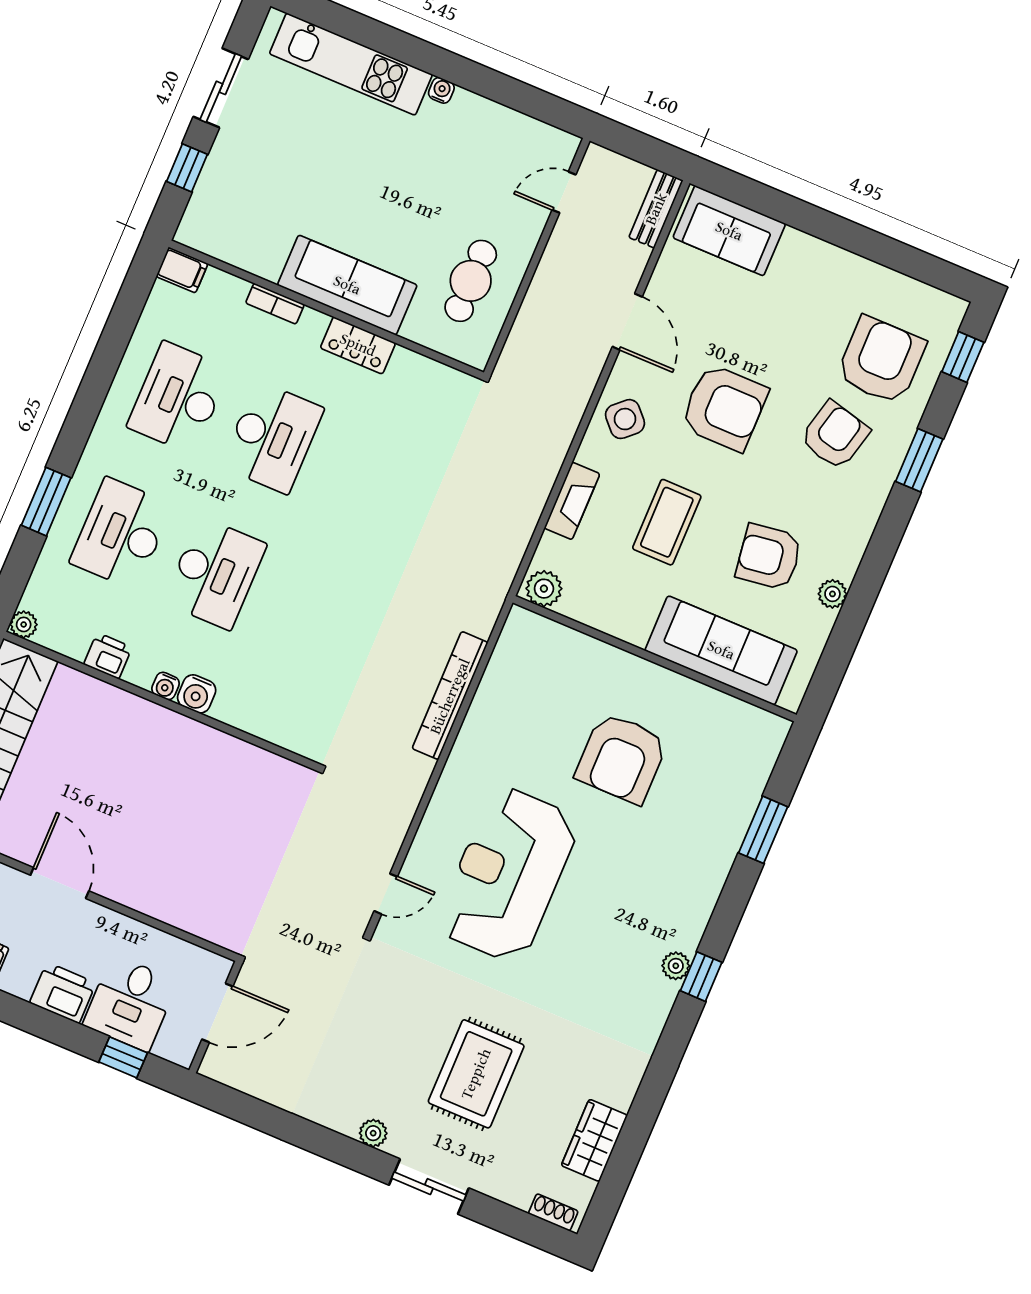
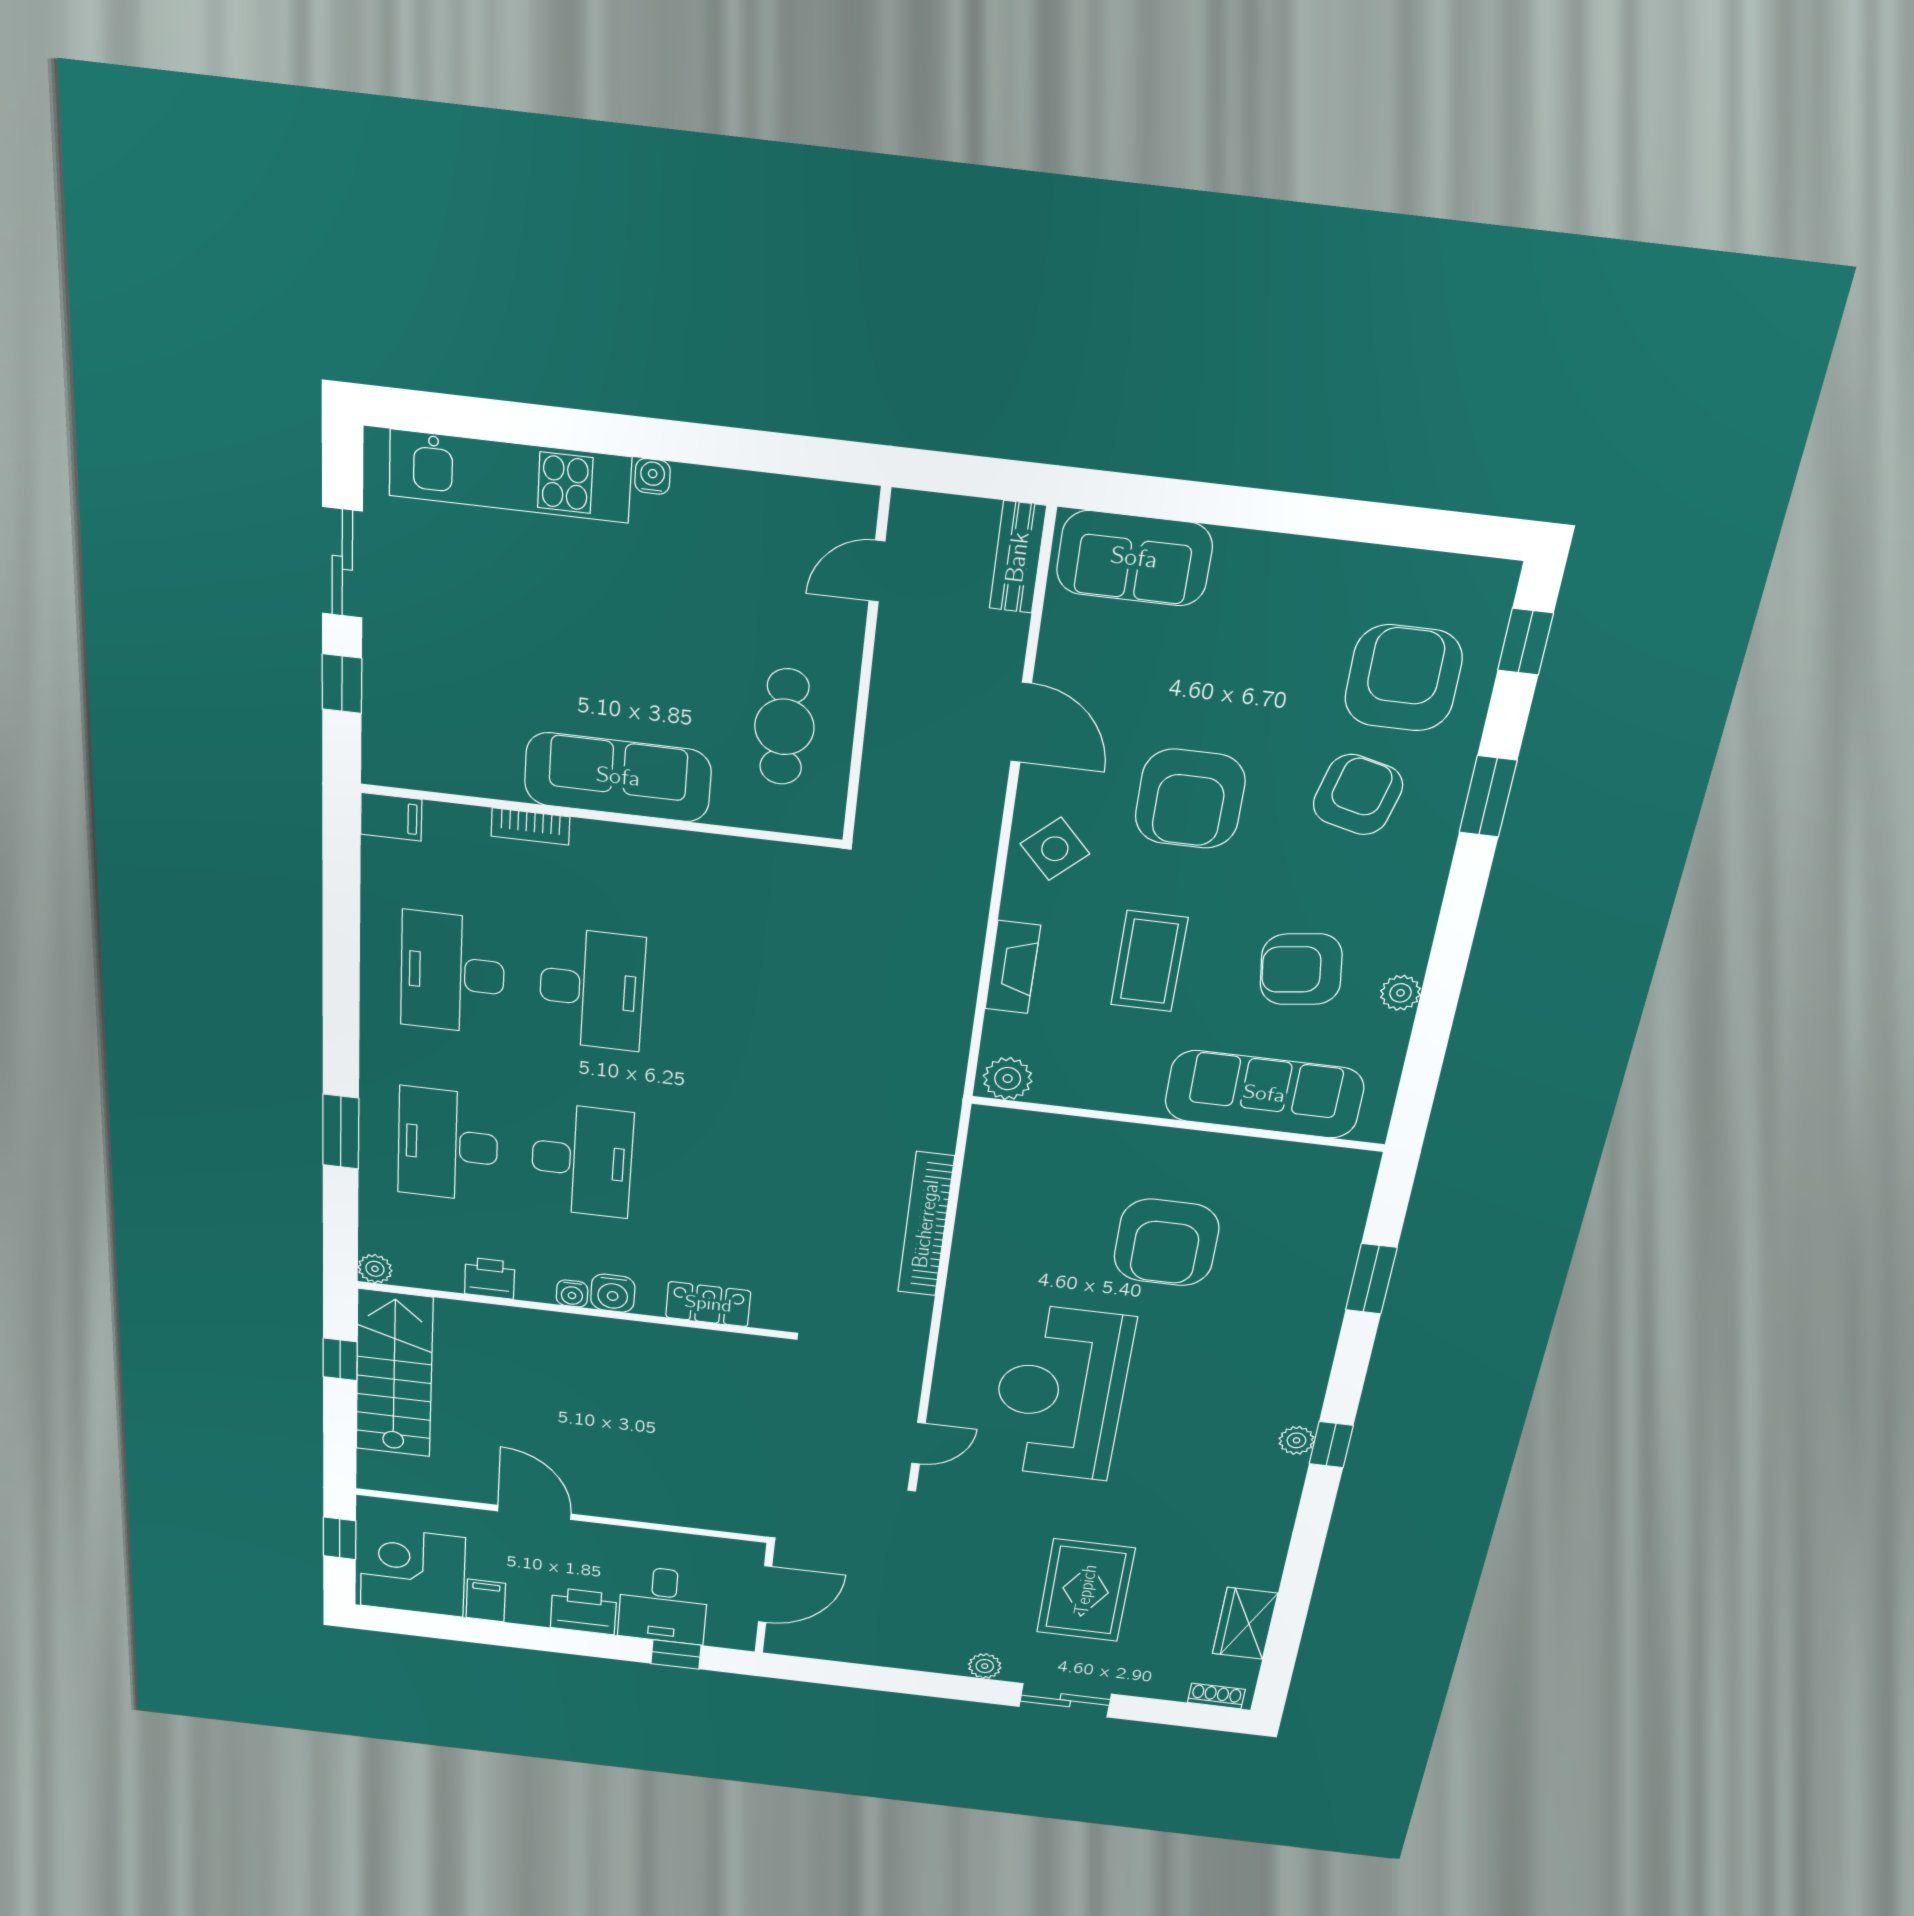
locker: (358, 345) -> (708, 1304), moved, turned 180
armchair: (724, 407) -> (1190, 799), turned 90

